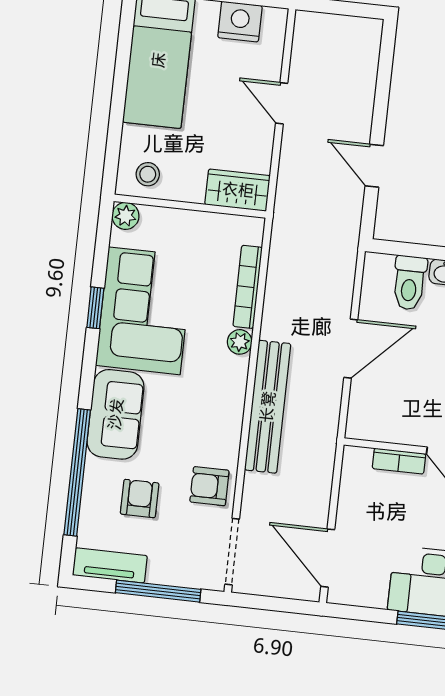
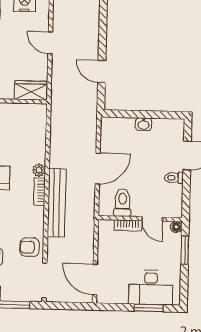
toilet: (409, 283) -> (123, 203), moved, turned 180
bookcase: (248, 287) -> (39, 192), moved, width x0.64

